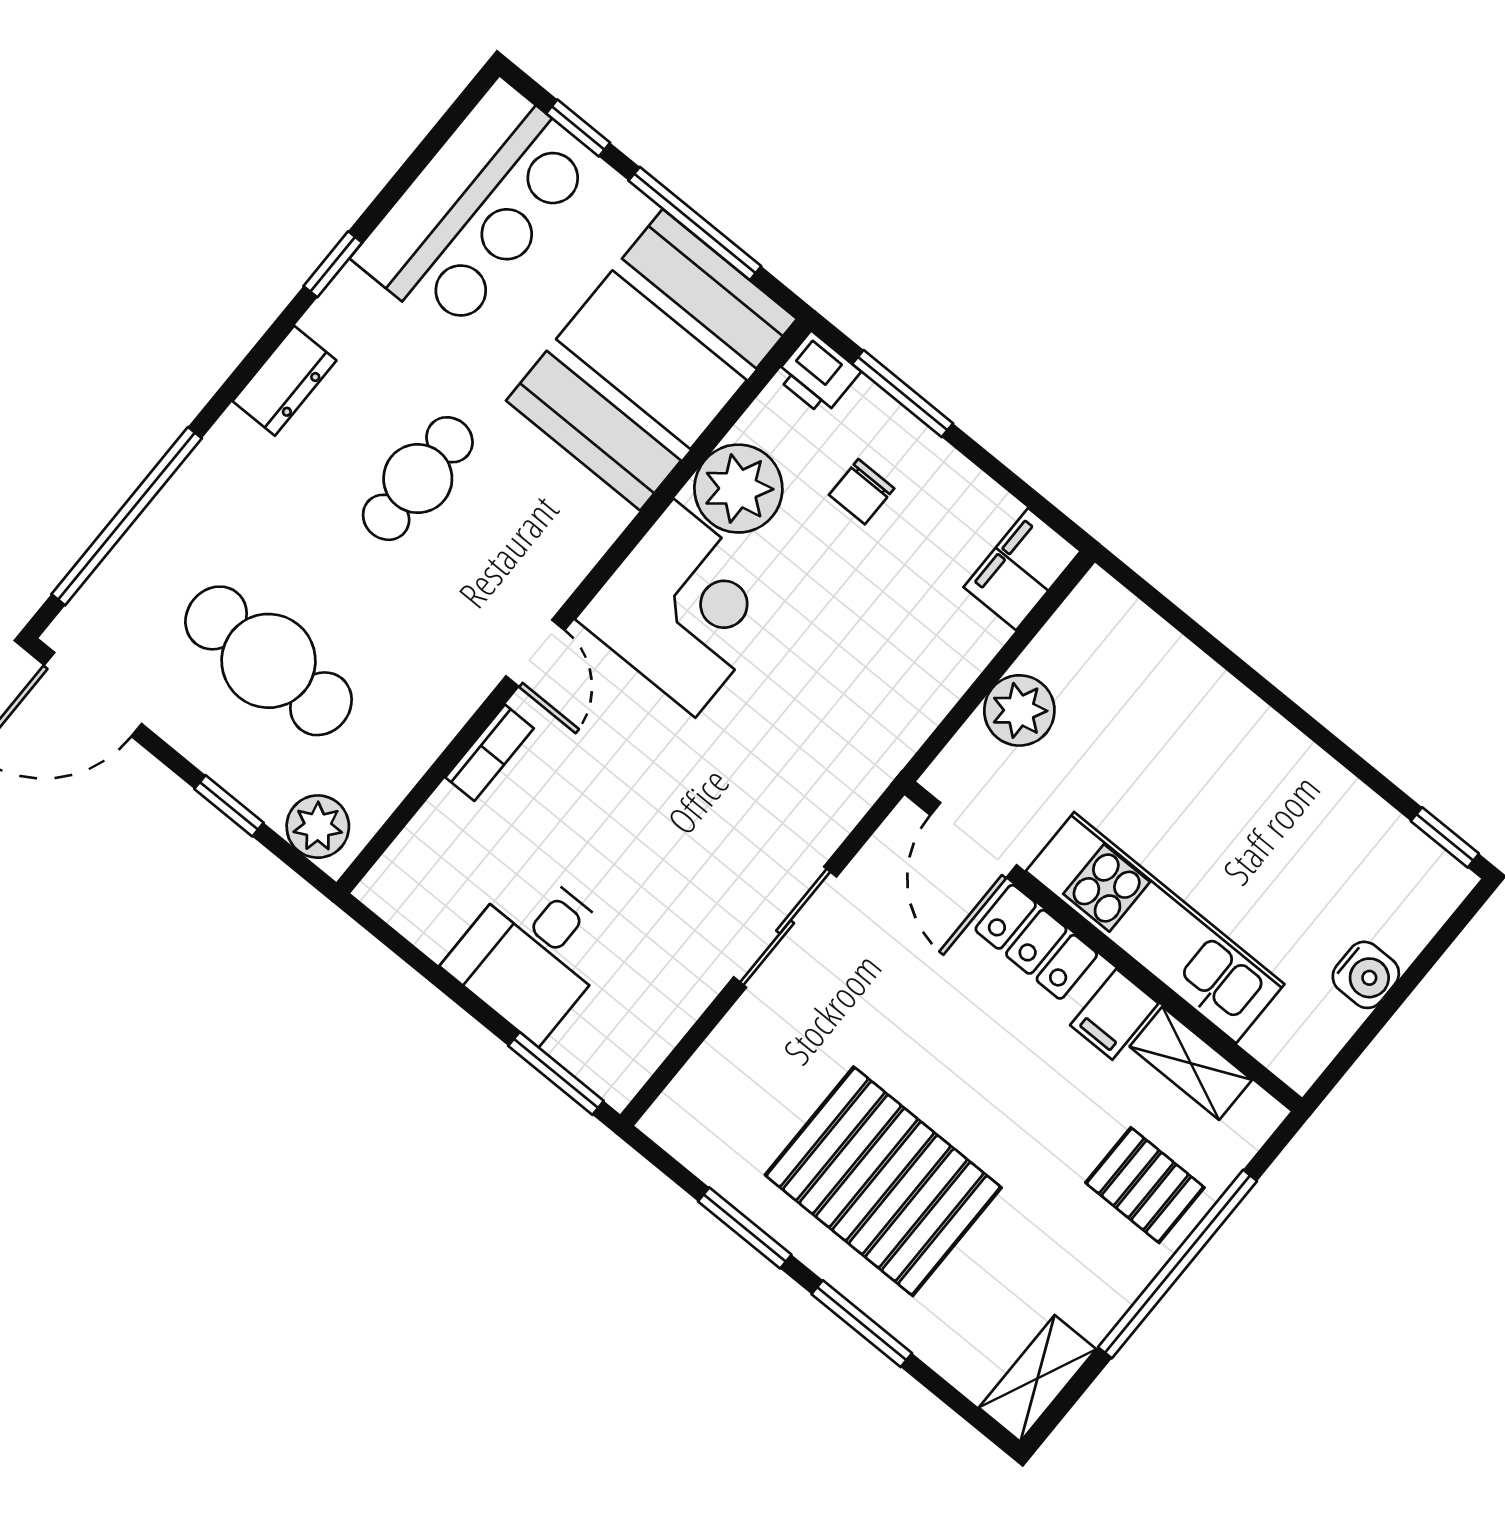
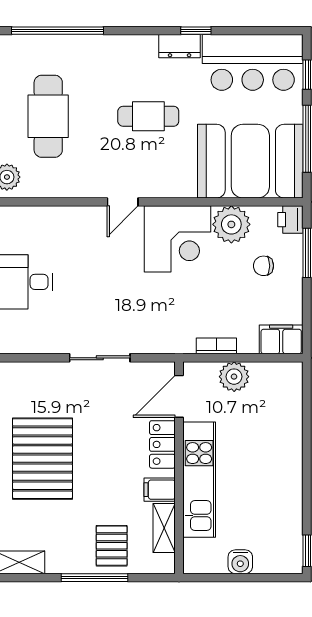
dresser: (284, 381) -> (180, 46), moved
bookcase: (490, 753) -> (216, 346), moved, turned 180
window: (1177, 1264) -> (94, 578), width x0.68

